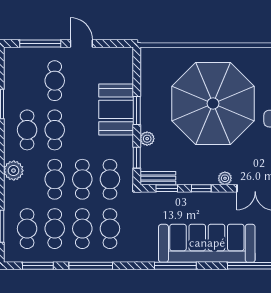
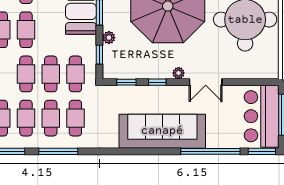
bench: (158, 178) -> (118, 73), removed
window: (175, 266) -> (134, 151), removed

